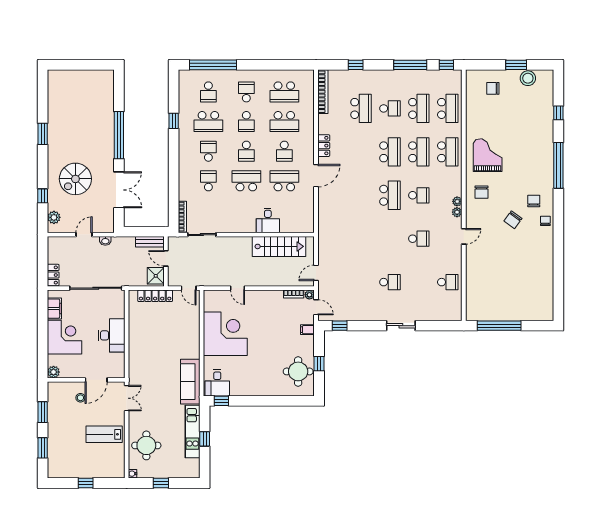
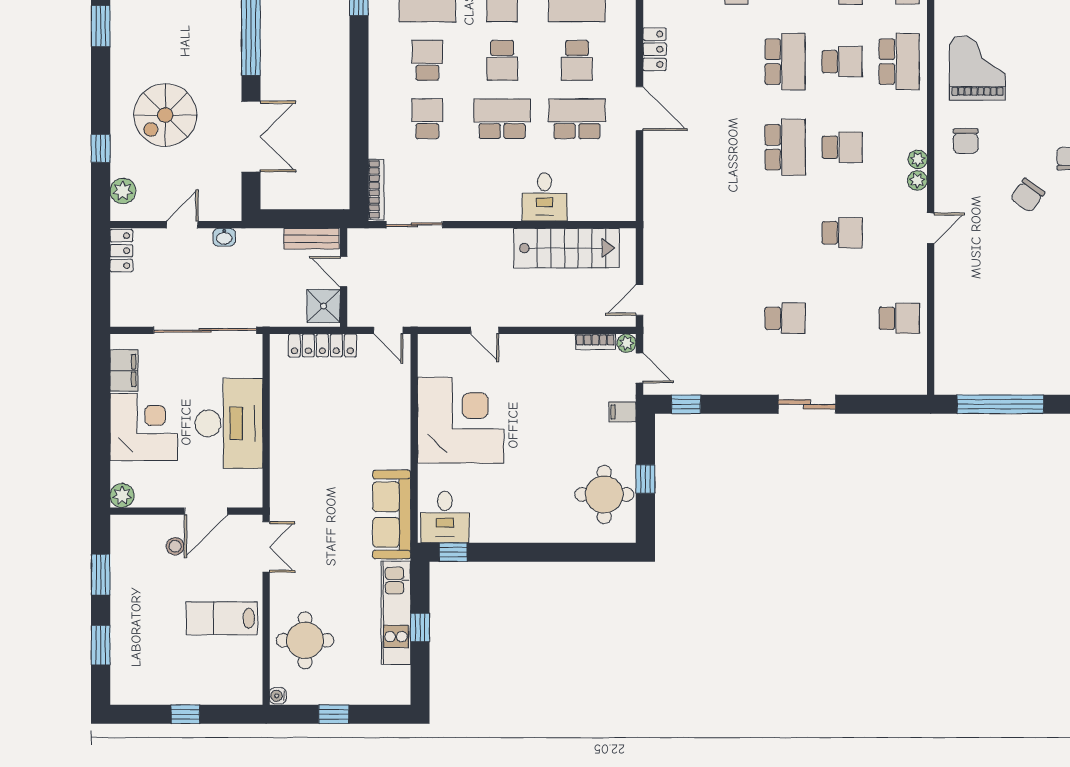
school desk: (419, 152) -> (842, 62), width x0.54
door: (316, 176) -> (639, 109), hinge flipped
locker: (53, 275) -> (121, 251), moved
desk: (112, 335) -> (229, 423), width x1.36, depth x1.30

